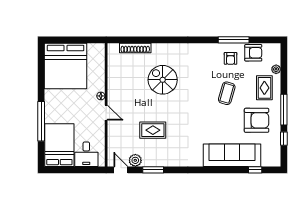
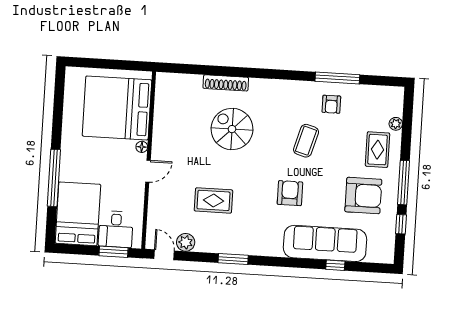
shoe rack: (135, 48) -> (226, 83), moved
armchair: (253, 53) -> (290, 193), moved, turned -90
bed: (66, 66) -> (117, 108), moved, turned 90
coffee table: (227, 93) -> (306, 141), moved
door: (106, 113) -> (148, 171), hinge flipped
window: (86, 170) -> (113, 252), added
window: (153, 170) -> (233, 259), moved
window: (255, 170) -> (335, 265), moved

